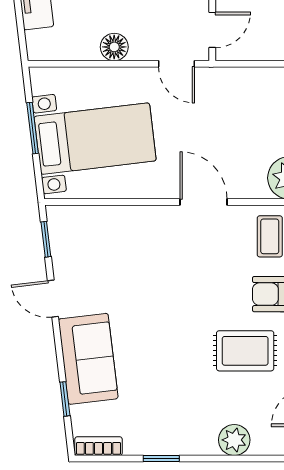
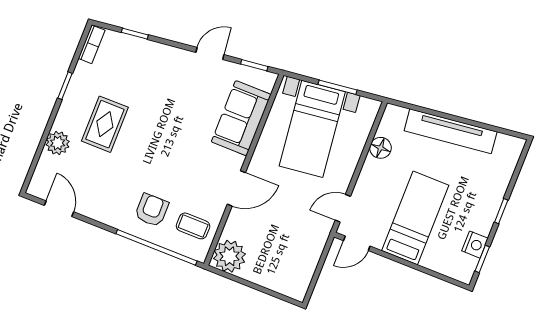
door: (212, 30) -> (357, 243), hinge flipped
floor lamp: (114, 47) -> (380, 148), moved
rug: (245, 351) -> (105, 124), moved
sofa: (88, 359) -> (241, 118), moved, turned 97

